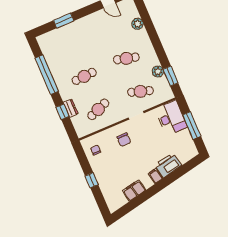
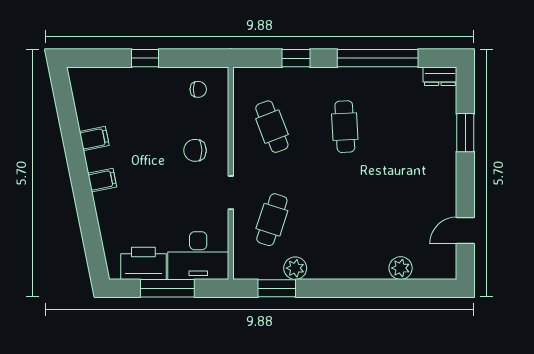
cafe table: (126, 58) -> (345, 220), removed
dresser: (71, 108) -> (440, 76), moved
printer: (168, 165) -> (143, 263), moved, turned -79
filing cabinet: (134, 190) -> (94, 139), width x0.50

